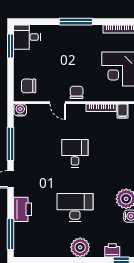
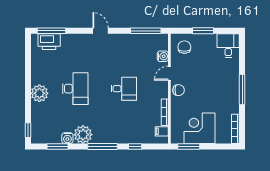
window: (11, 46) -> (203, 31), moved
water cooler: (20, 110) -> (163, 56), moved
window: (11, 144) -> (146, 31), moved
printer: (23, 209) -> (49, 42), moved
printer: (112, 250) -> (37, 122), removed

